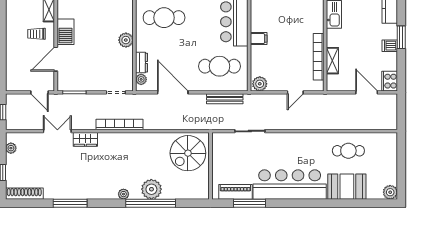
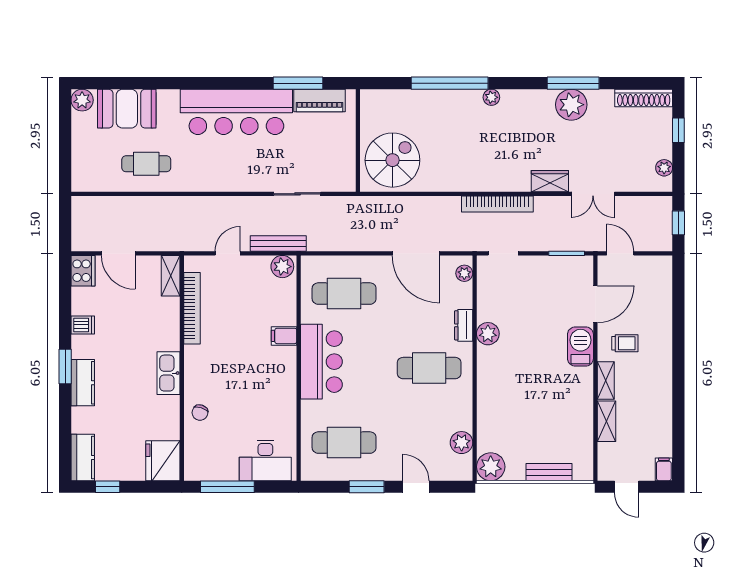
window: (401, 37) -> (65, 366), moved
shelving: (332, 61) -> (171, 276), moved
dresser: (142, 63) -> (464, 325), moved
bench: (225, 99) -> (278, 244), moved
booth: (347, 187) -> (127, 109), moved
plant: (151, 189) -> (571, 105), moved

